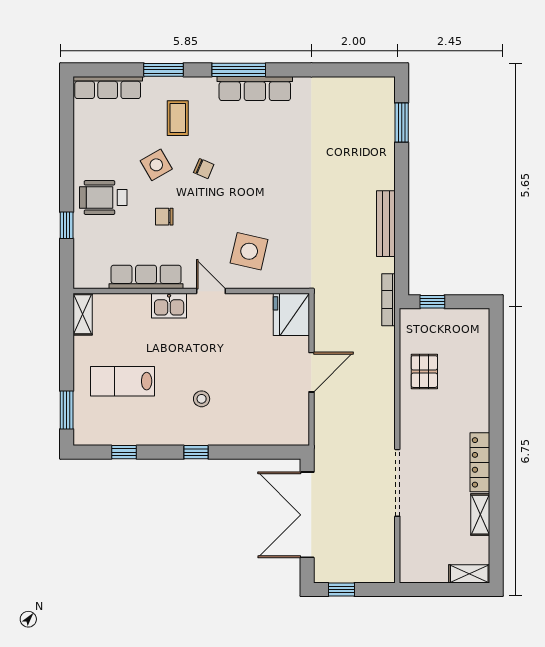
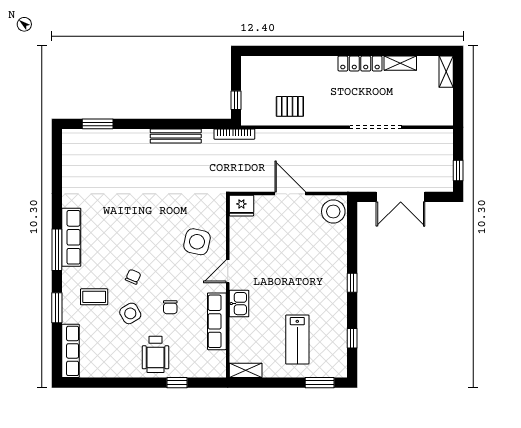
fridge: (291, 314) -> (241, 206), width x0.73, depth x0.75
stool: (202, 399) -> (333, 211), moved, width x1.89, depth x1.89
double door: (307, 515) -> (401, 197), width x0.73

